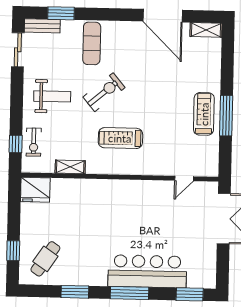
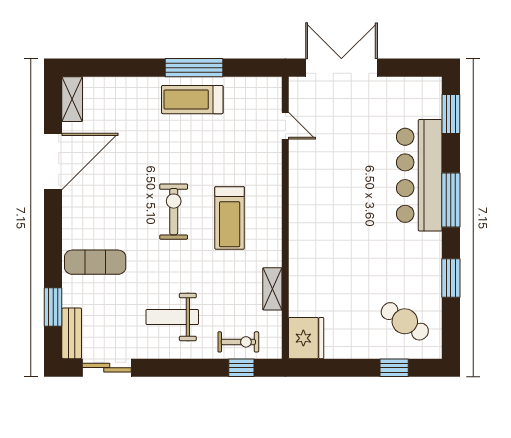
exercise bike: (104, 92) -> (174, 212), moved, turned 40
weight bench: (52, 96) -> (172, 317), turned -90

